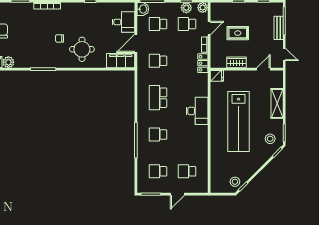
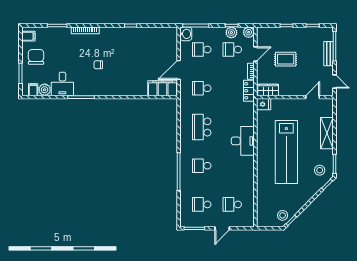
desk: (123, 22) -> (62, 84), moved, turned 90
round table: (82, 49) -> (122, 76), removed
wardrobe: (237, 62) -> (268, 90), moved

